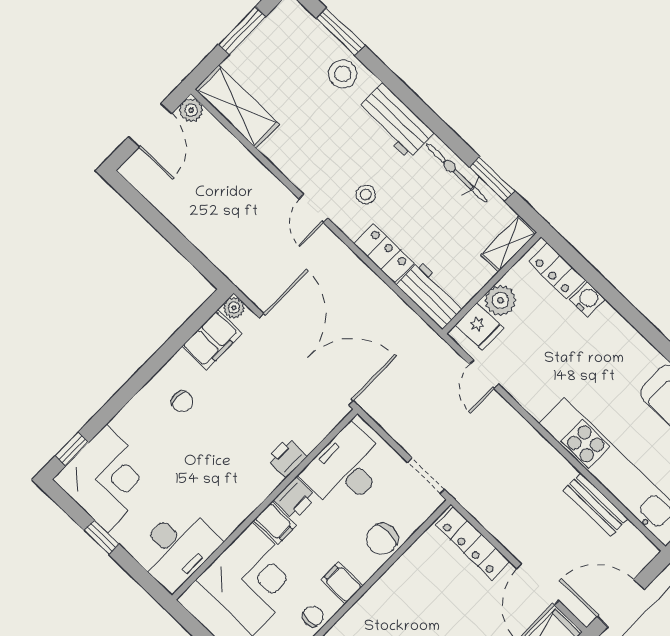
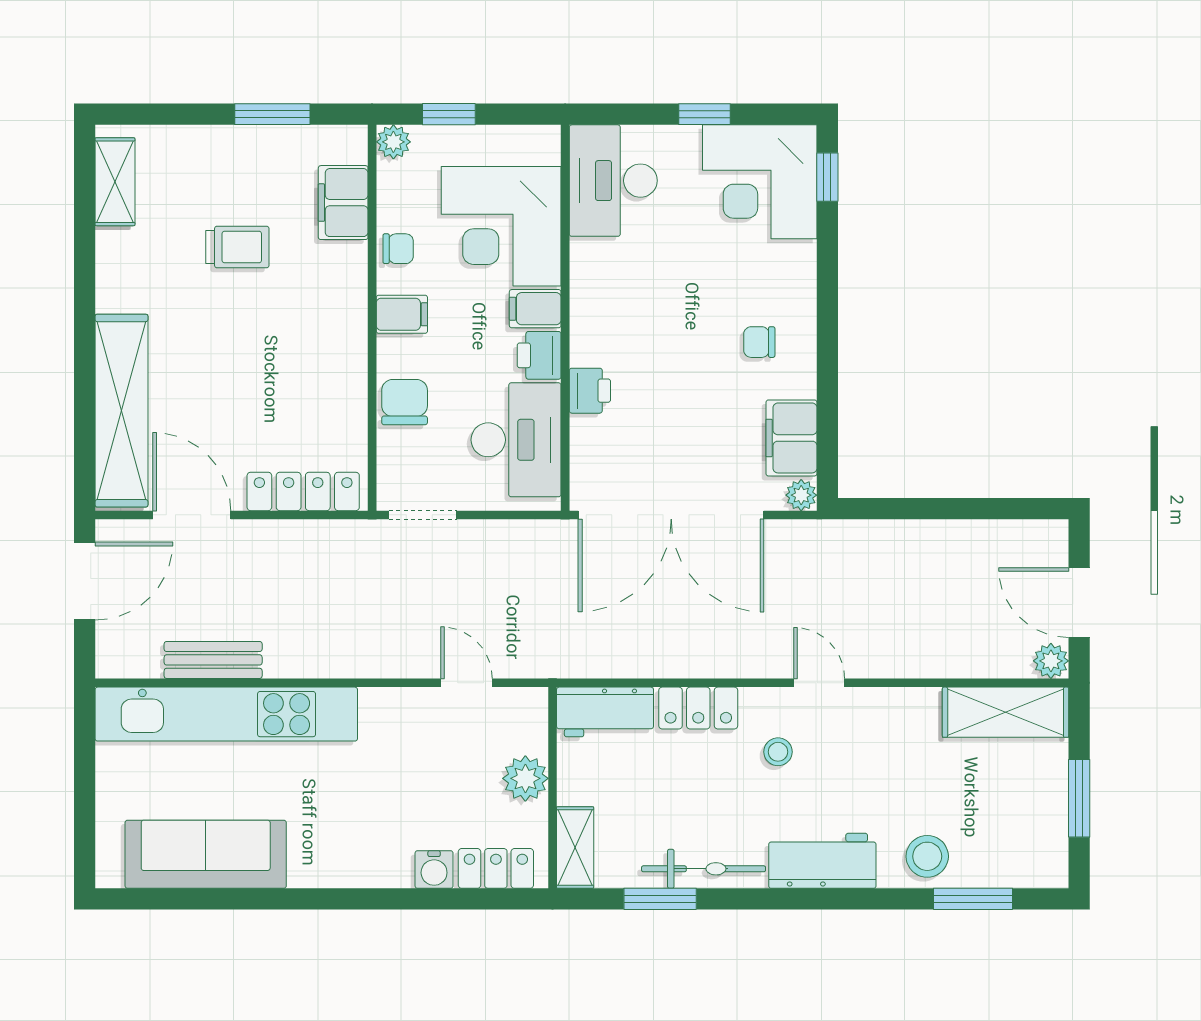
fridge: (479, 326) -> (521, 729), removed
chair: (313, 616) -> (398, 249), turned -90

